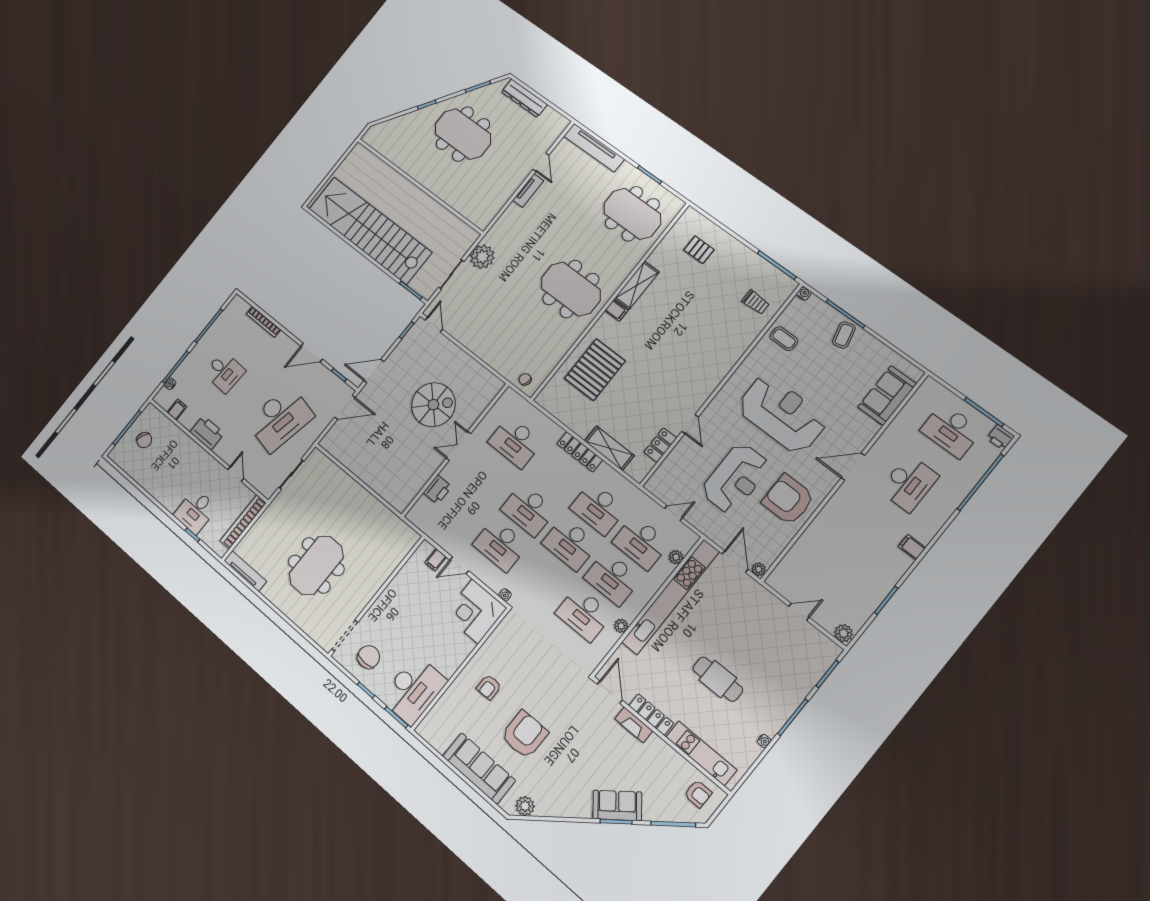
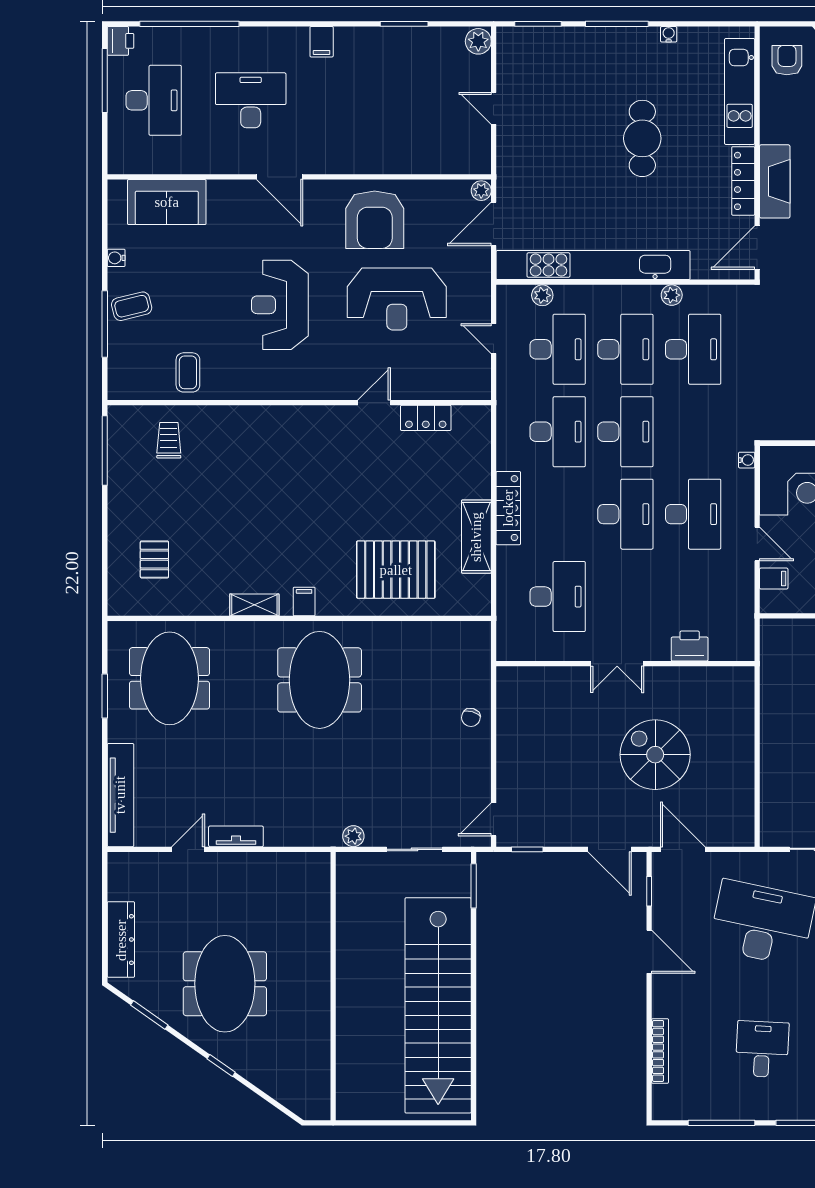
plant: (482, 257) -> (353, 836), width x0.53, depth x0.53
shelving: (637, 285) -> (254, 605), width x0.67, depth x0.75
water cooler: (804, 294) -> (116, 258), moved
chair: (525, 379) -> (471, 717), moved
spiral stairs: (433, 405) -> (655, 755), moved
reception desk: (782, 414) -> (280, 305), width x0.74, depth x0.77
shelving: (609, 448) -> (476, 537), moved
reception desk: (736, 478) -> (397, 299), turned 180
fireplace: (634, 725) -> (775, 181), width x1.37, depth x1.32

